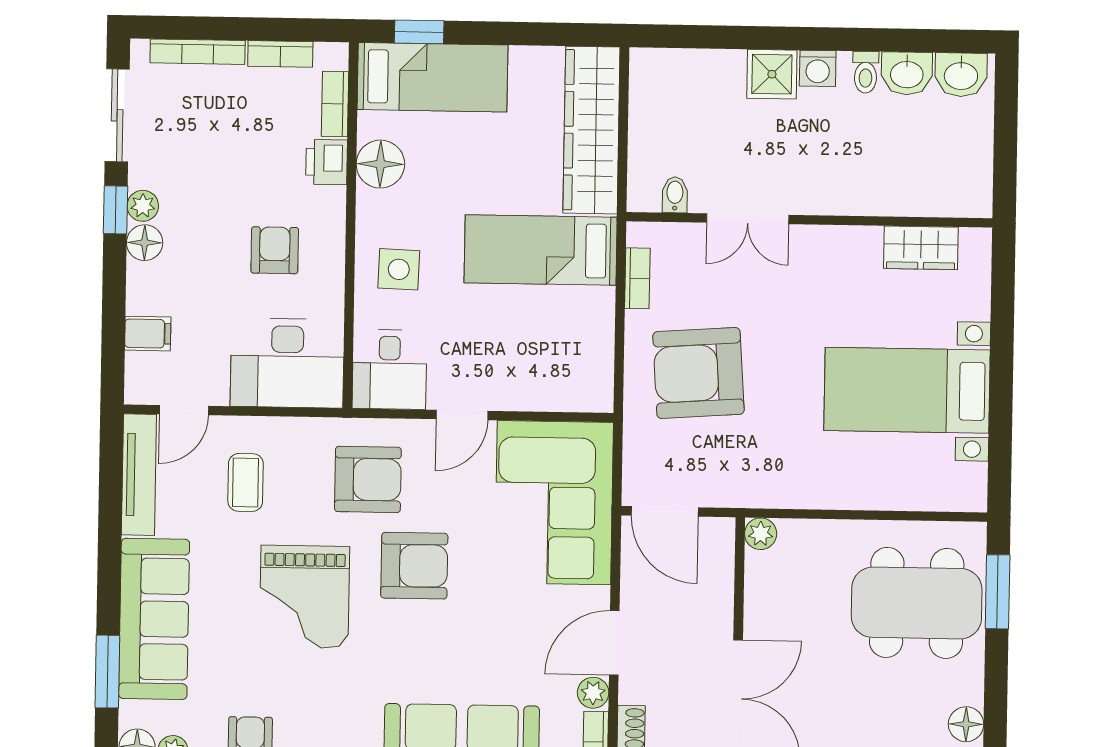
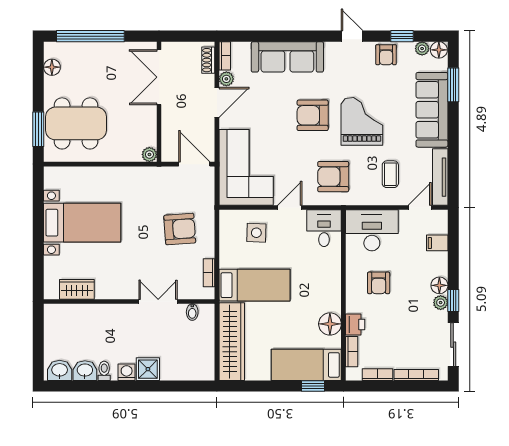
side table: (399, 269) -> (256, 233), moved
armchair: (698, 373) -> (180, 229), width x0.73, depth x0.73
armchair: (414, 566) -> (313, 115), moved

